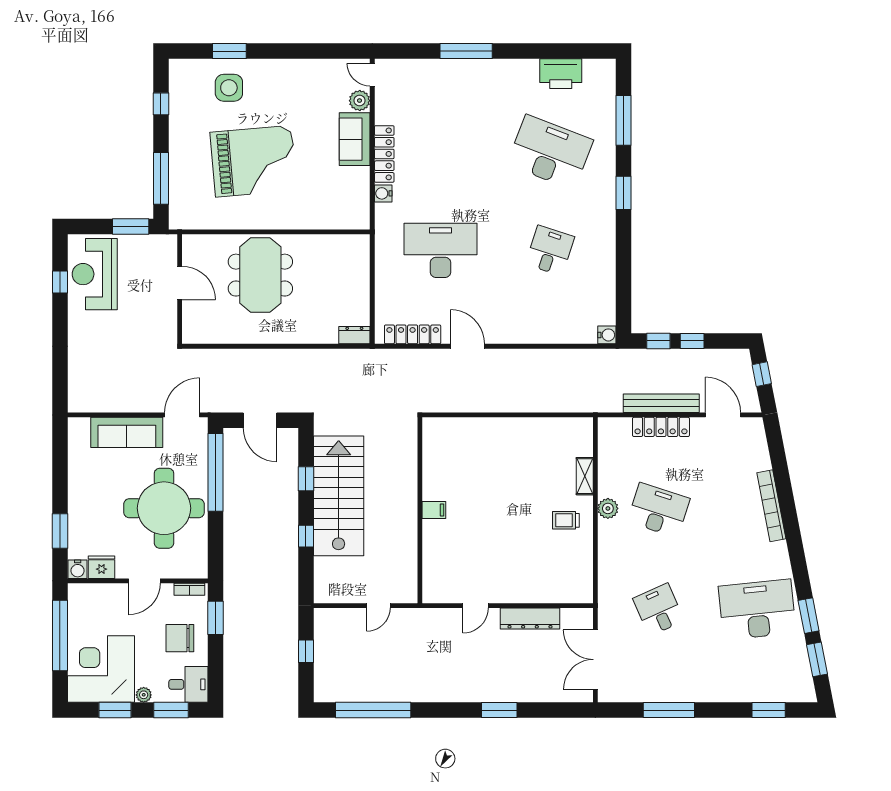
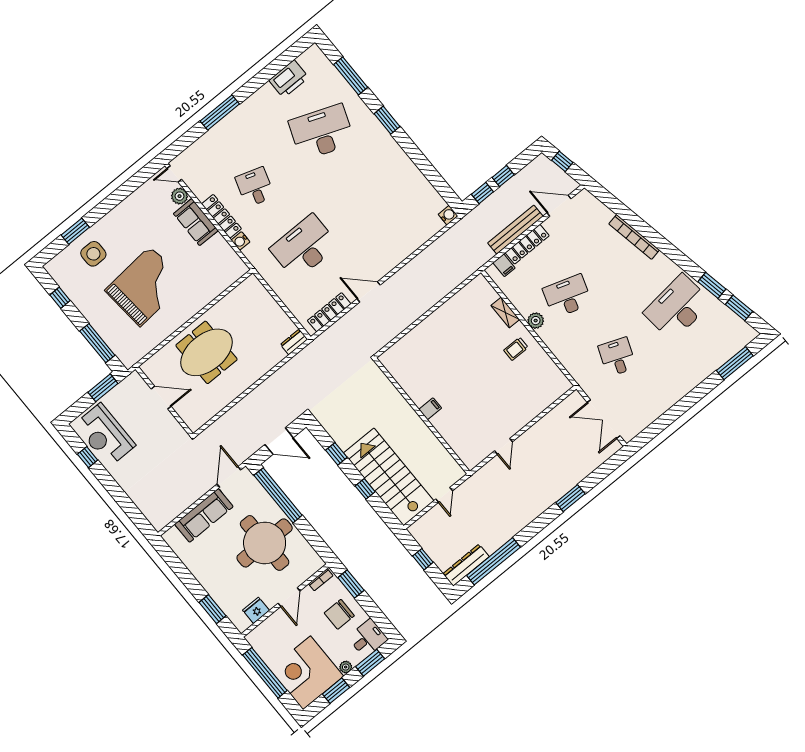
desk: (550, 250) -> (255, 187), moved
meeting table: (260, 275) -> (206, 352), turned 90
filing cabinet: (621, 429) -> (504, 265), added
stairs: (339, 496) -> (389, 477), moved
water cooler: (78, 569) -> (242, 624), removed
desk: (659, 610) -> (617, 357), turned 45
dresser: (530, 618) -> (466, 565), moved, turned 180
window: (669, 710) -> (674, 413), removed
window: (769, 710) -> (735, 363), width x1.44

